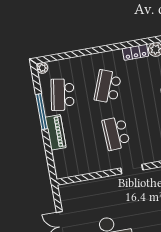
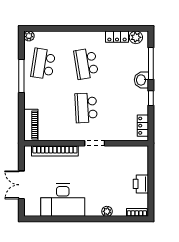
school desk: (108, 87) -> (86, 64), turned -30
piano: (56, 132) -> (31, 125), moved
bookcase: (91, 185) -> (55, 151), added

